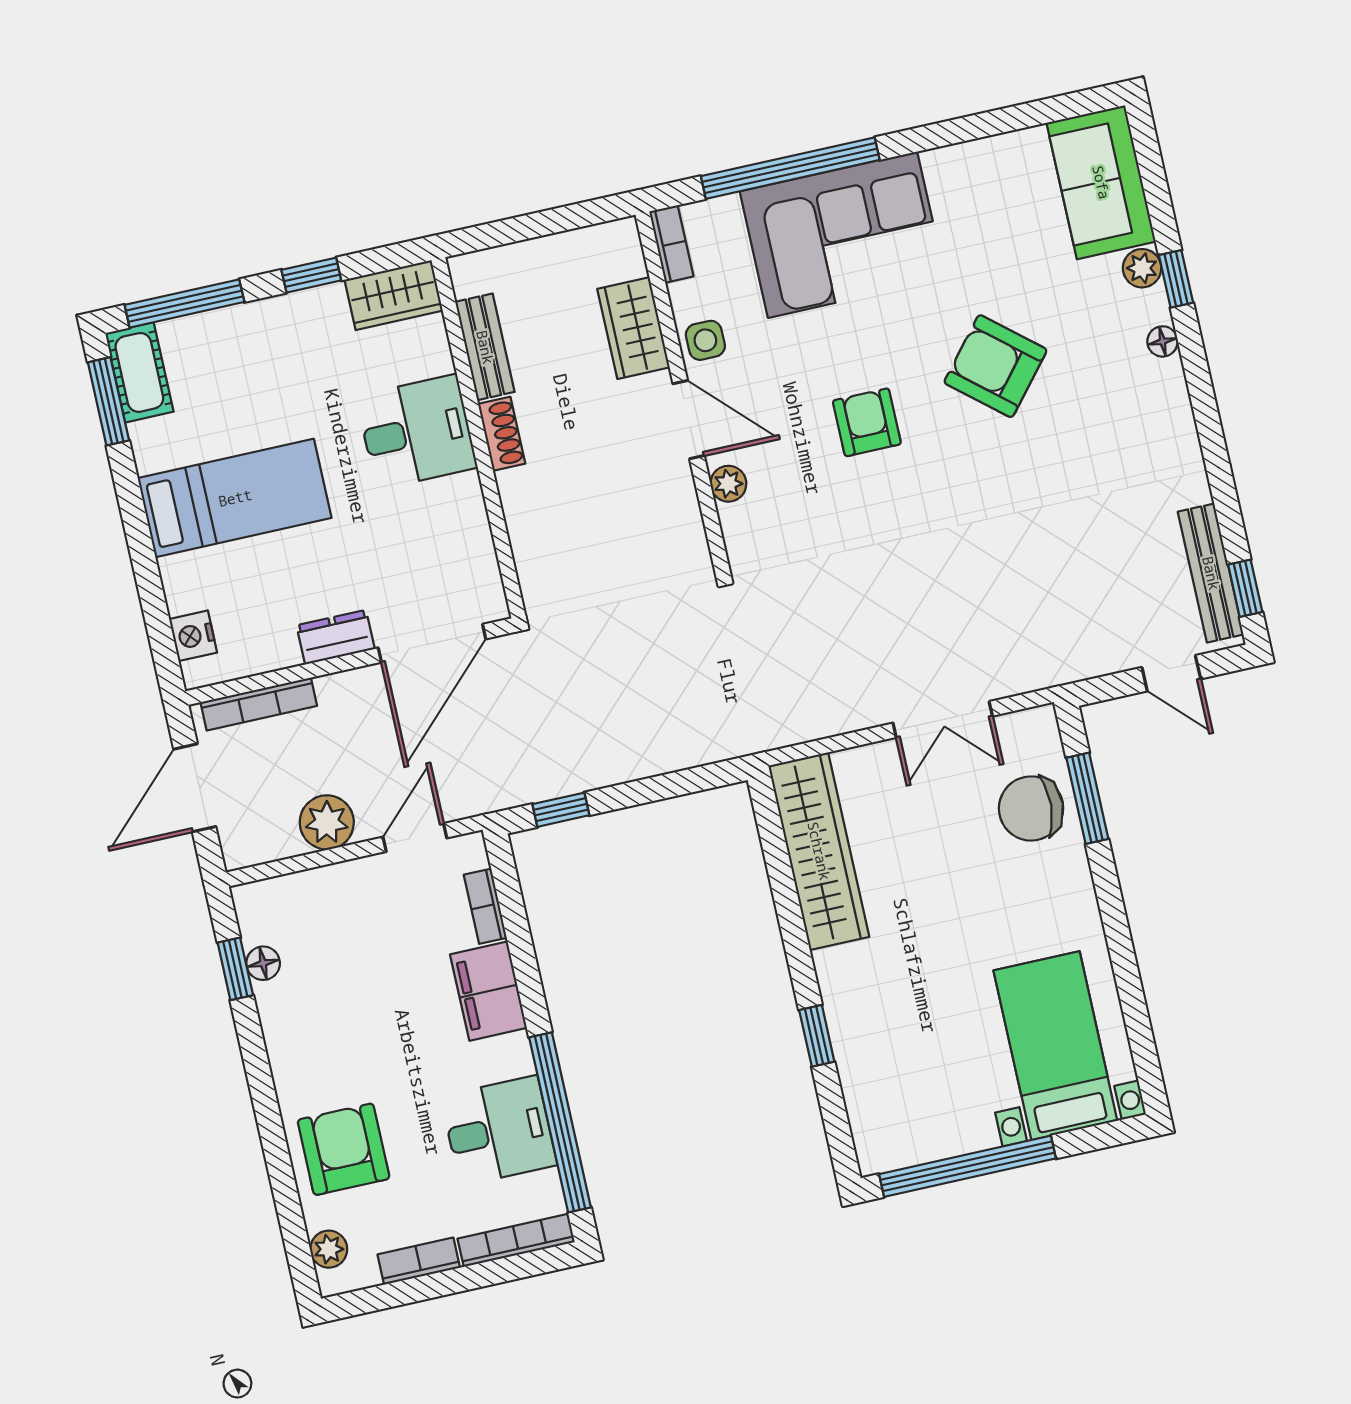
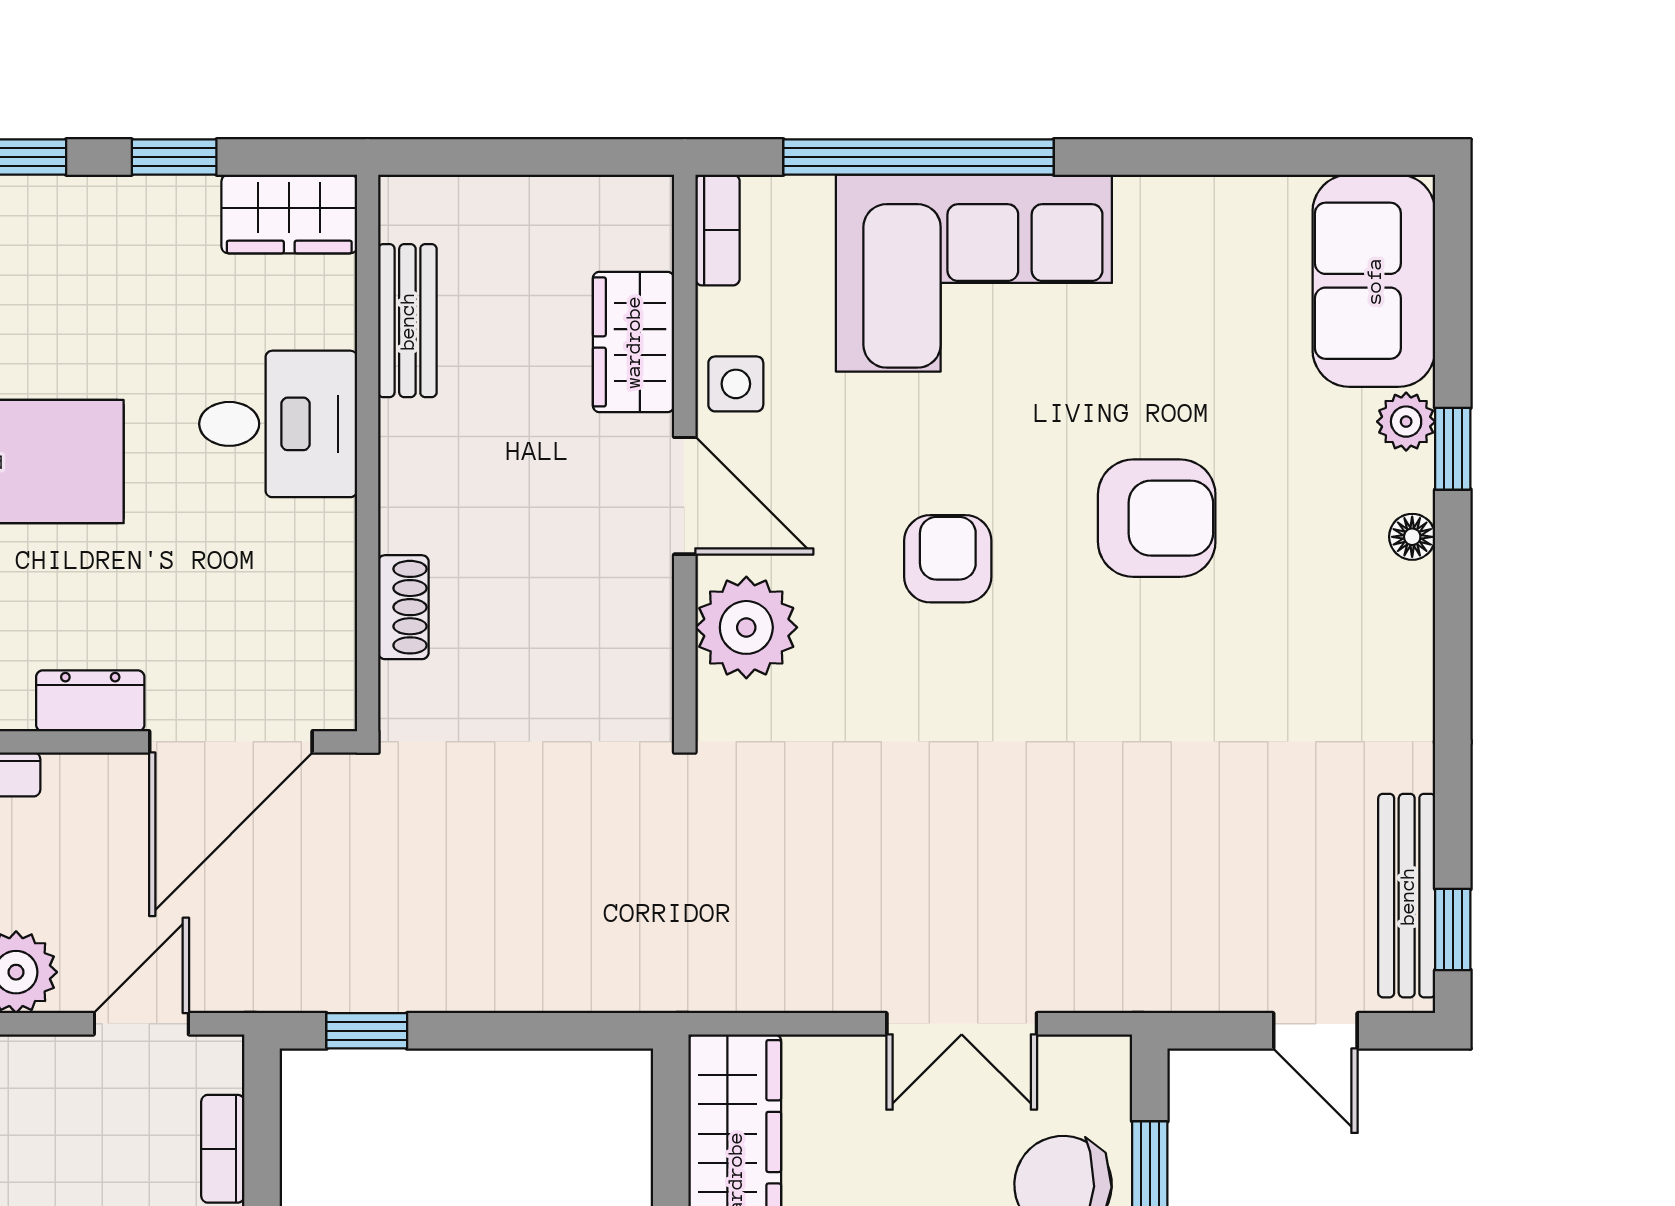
armchair: (995, 366) -> (1157, 518), turned 140
shoe rack: (502, 434) -> (403, 607), moved
plant: (728, 484) -> (746, 627), width x1.87, depth x1.87

